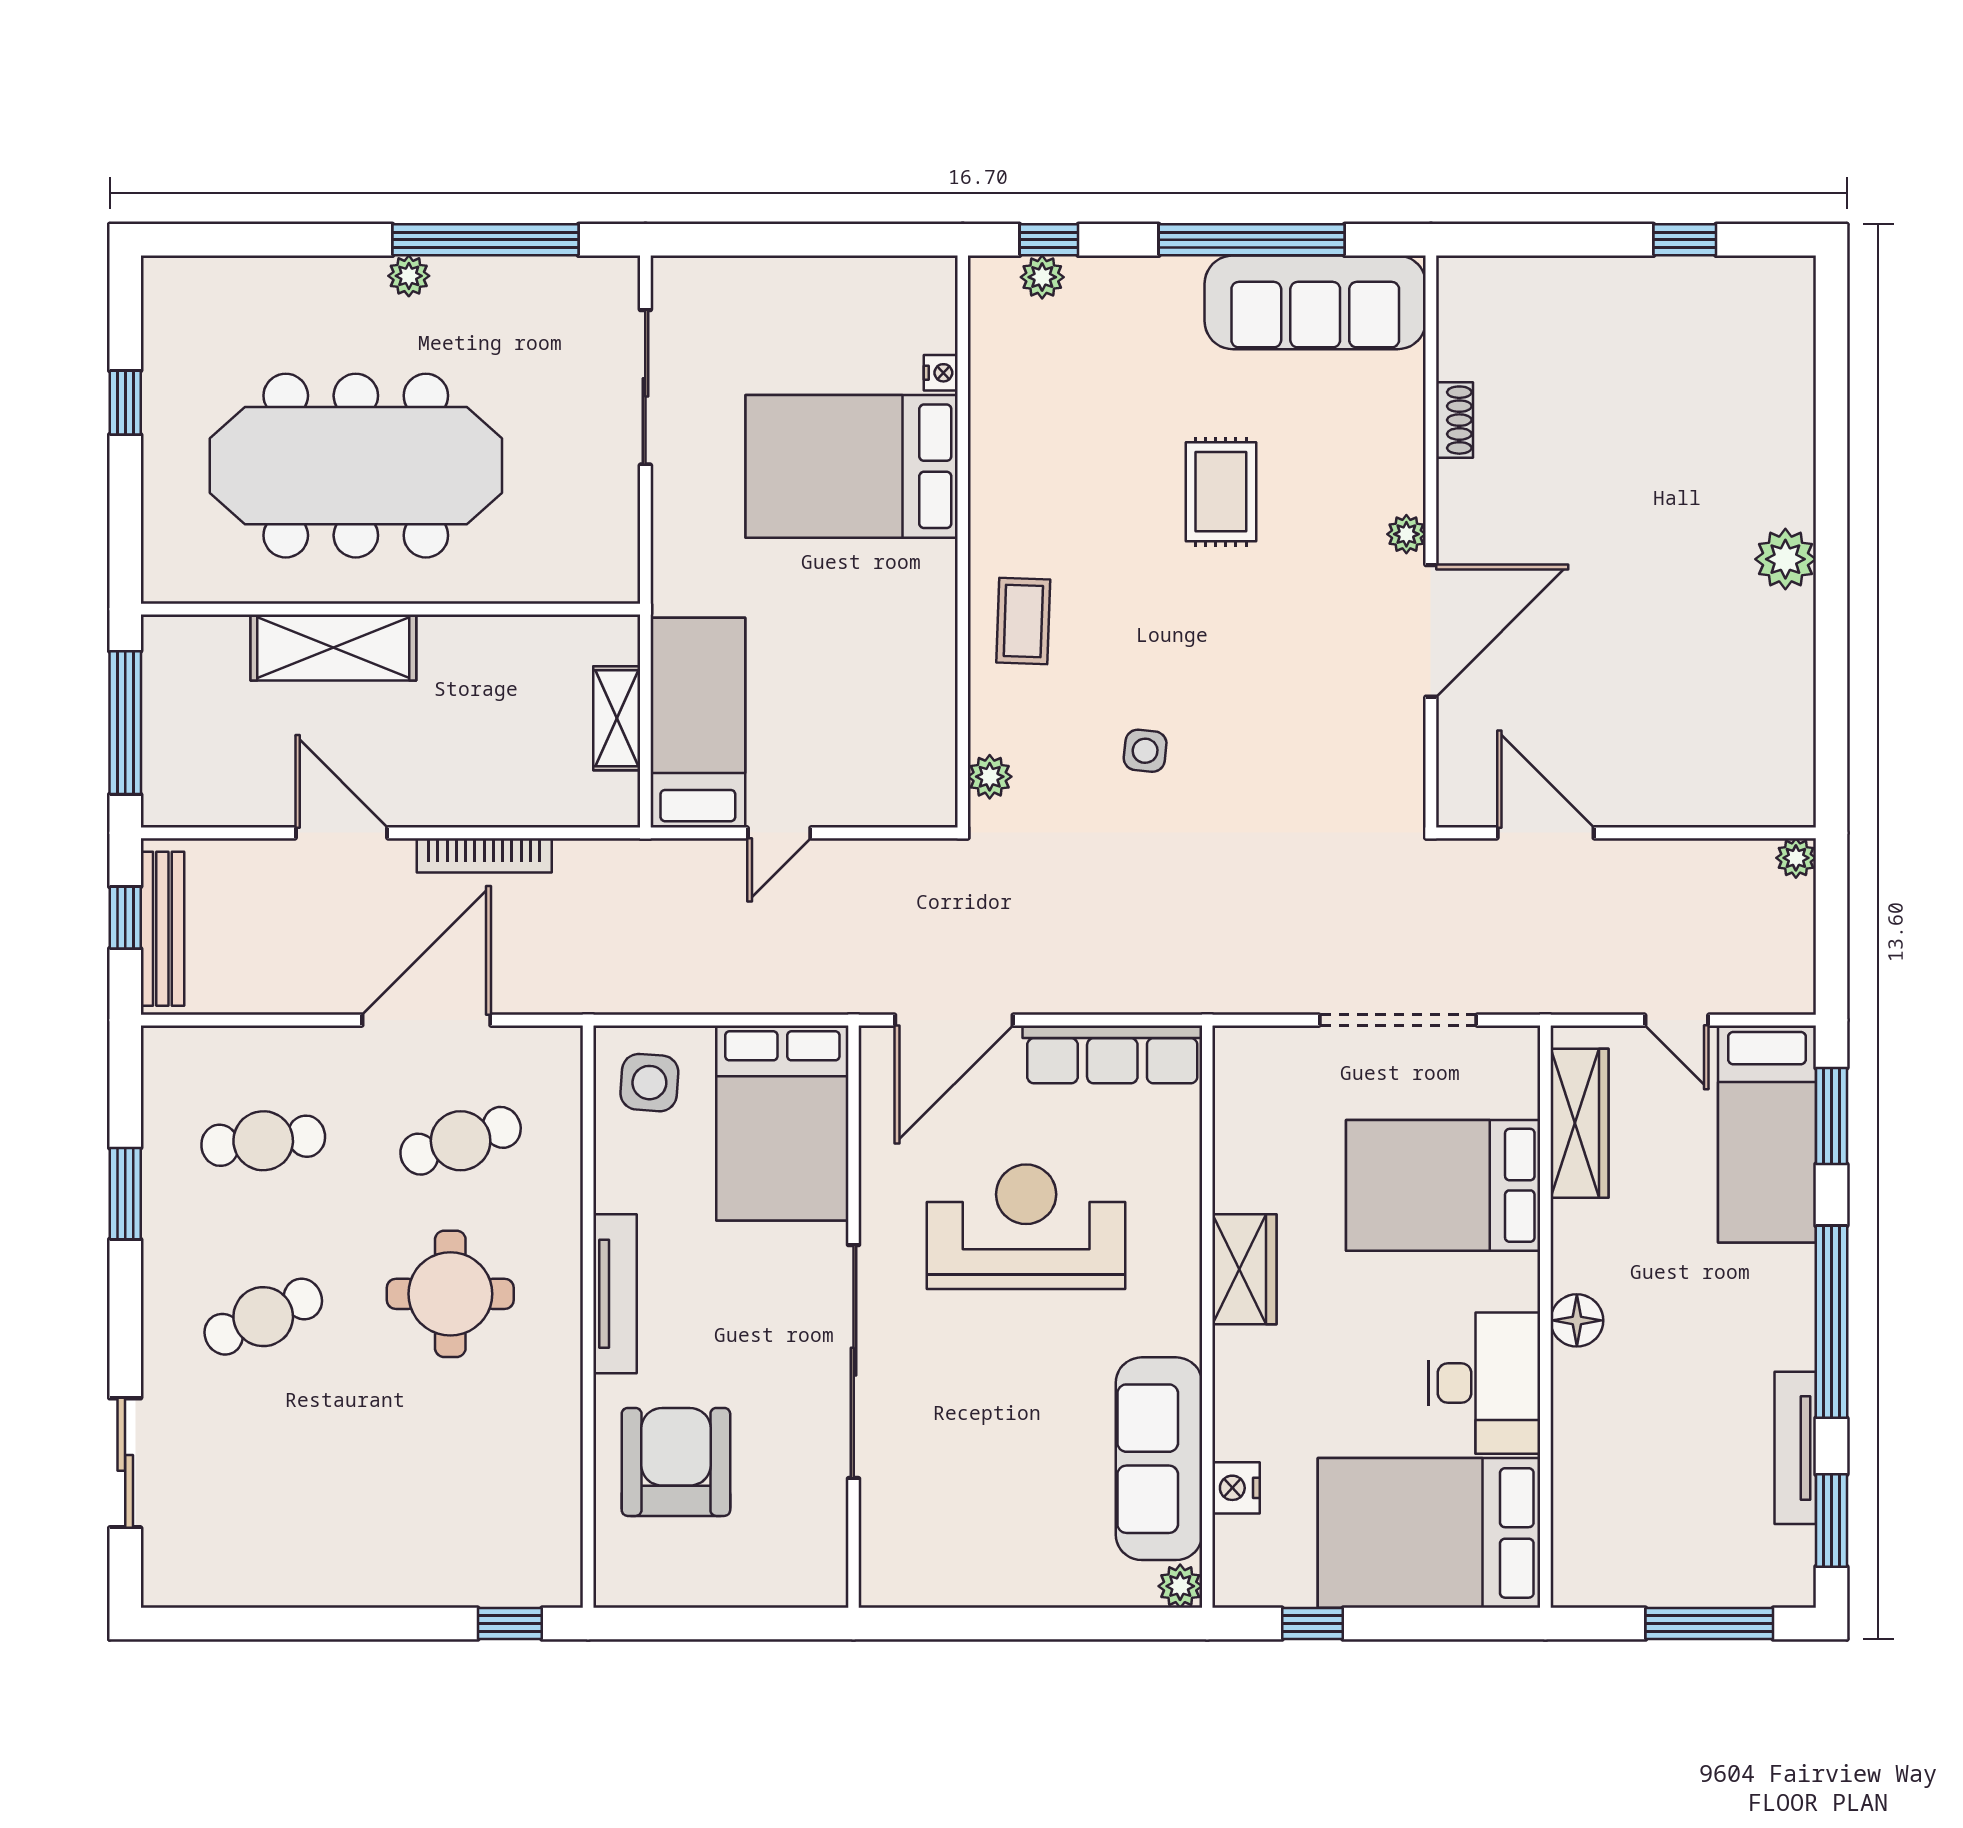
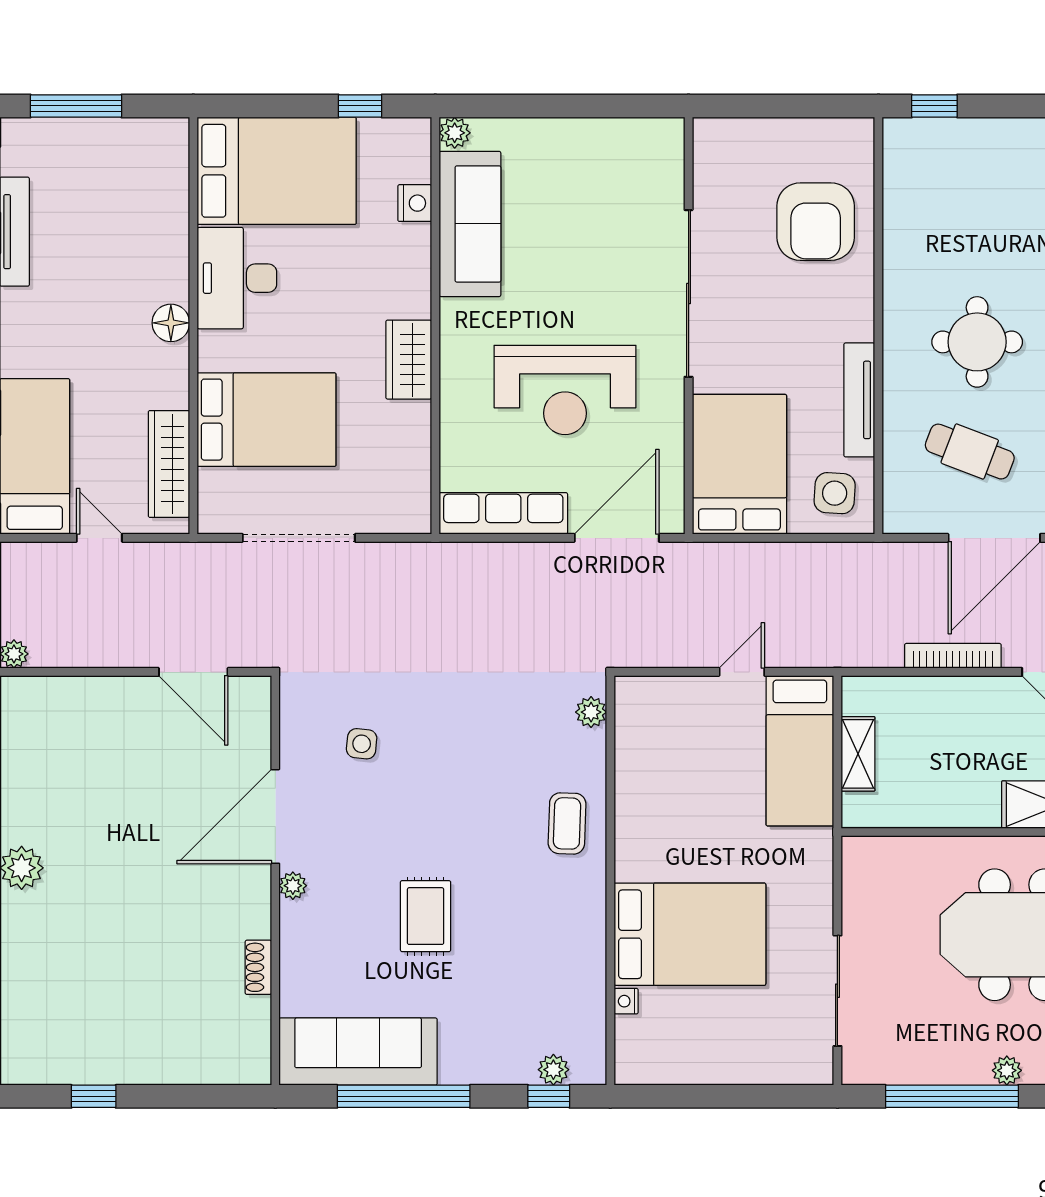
side table: (1145, 751) -> (362, 744), moved
cafe table: (461, 1141) -> (970, 452), turned 39
tv unit: (615, 1294) -> (859, 400), moved

